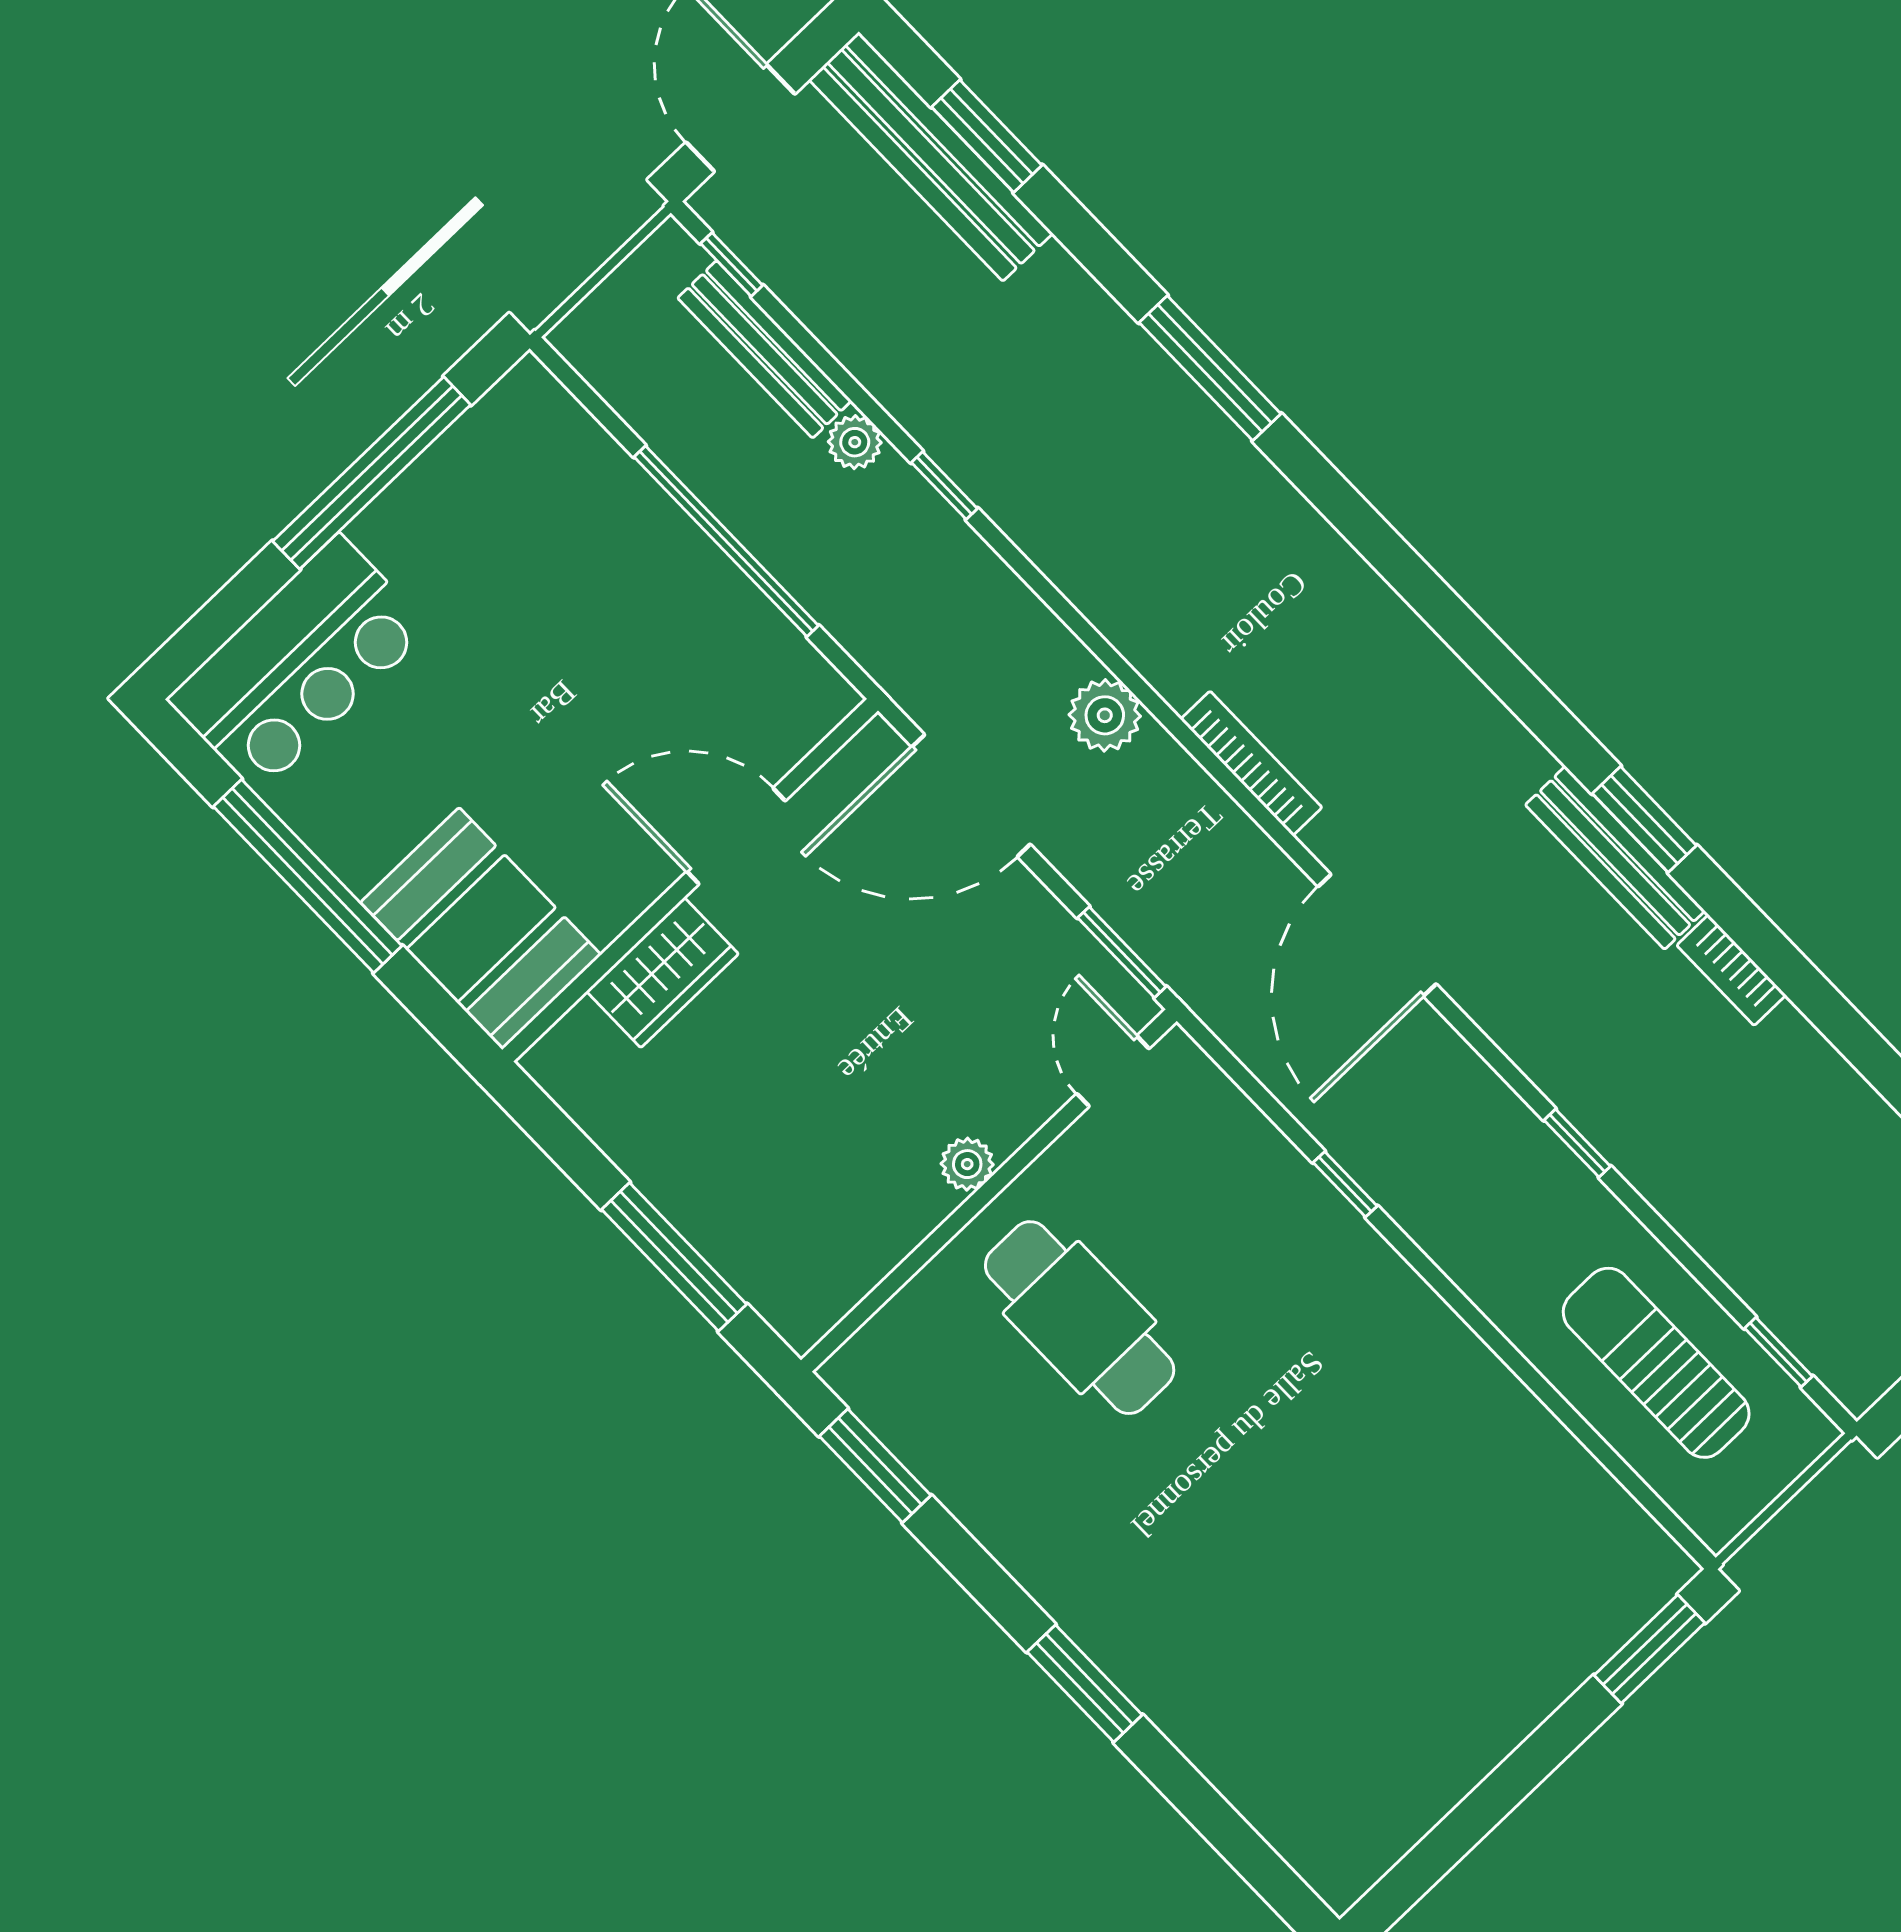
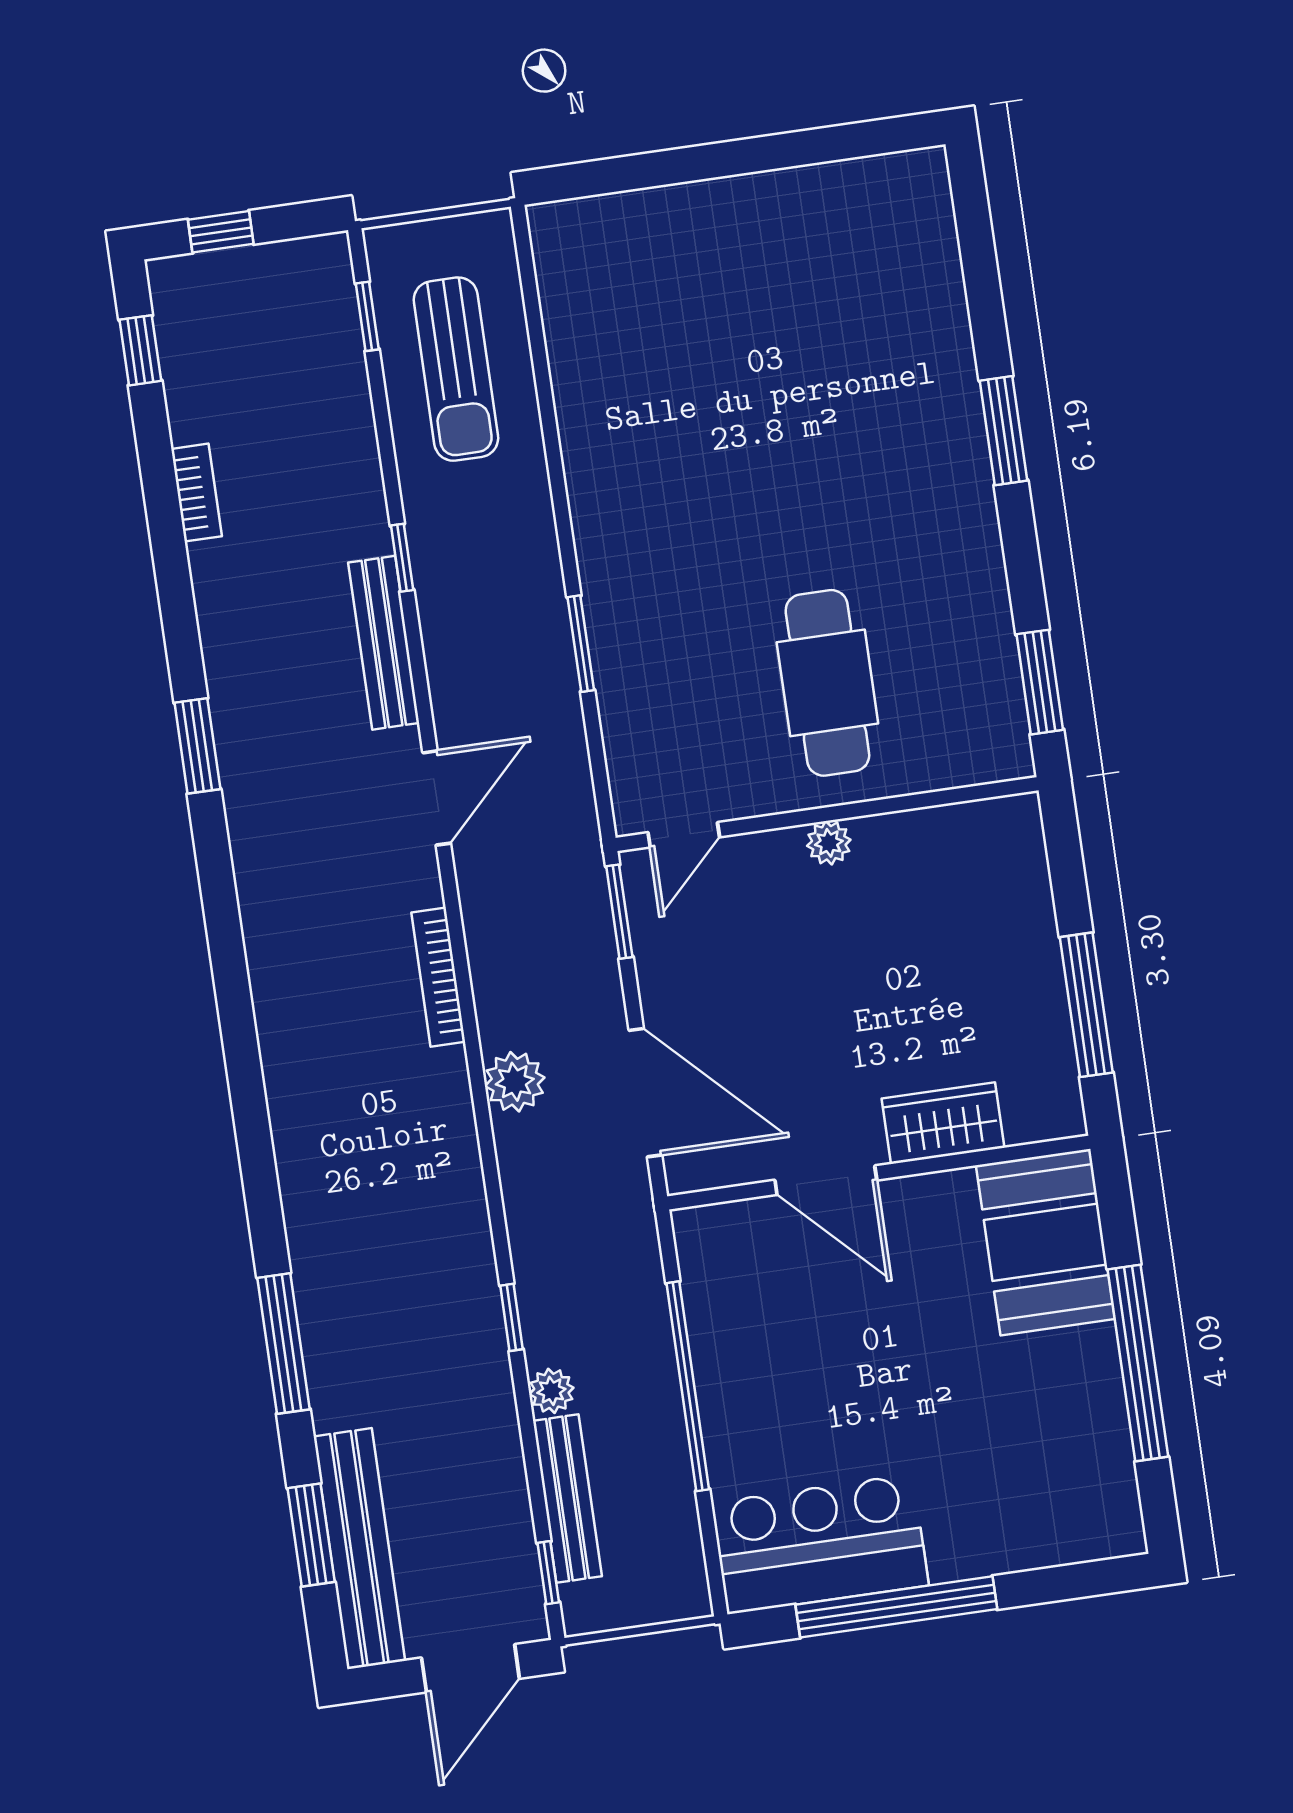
window: (1210, 368) -> (284, 1344), moved
bar counter: (299, 664) -> (820, 1544), moved
bench: (1615, 858) -> (384, 643), moved
door: (1377, 935) -> (437, 798), width x0.73
bookcase: (1731, 970) -> (196, 493), moved
window: (1345, 1184) -> (581, 644), width x1.50
window: (674, 1257) -> (1086, 1005), moved
window: (1650, 1649) -> (601, 177), removed

